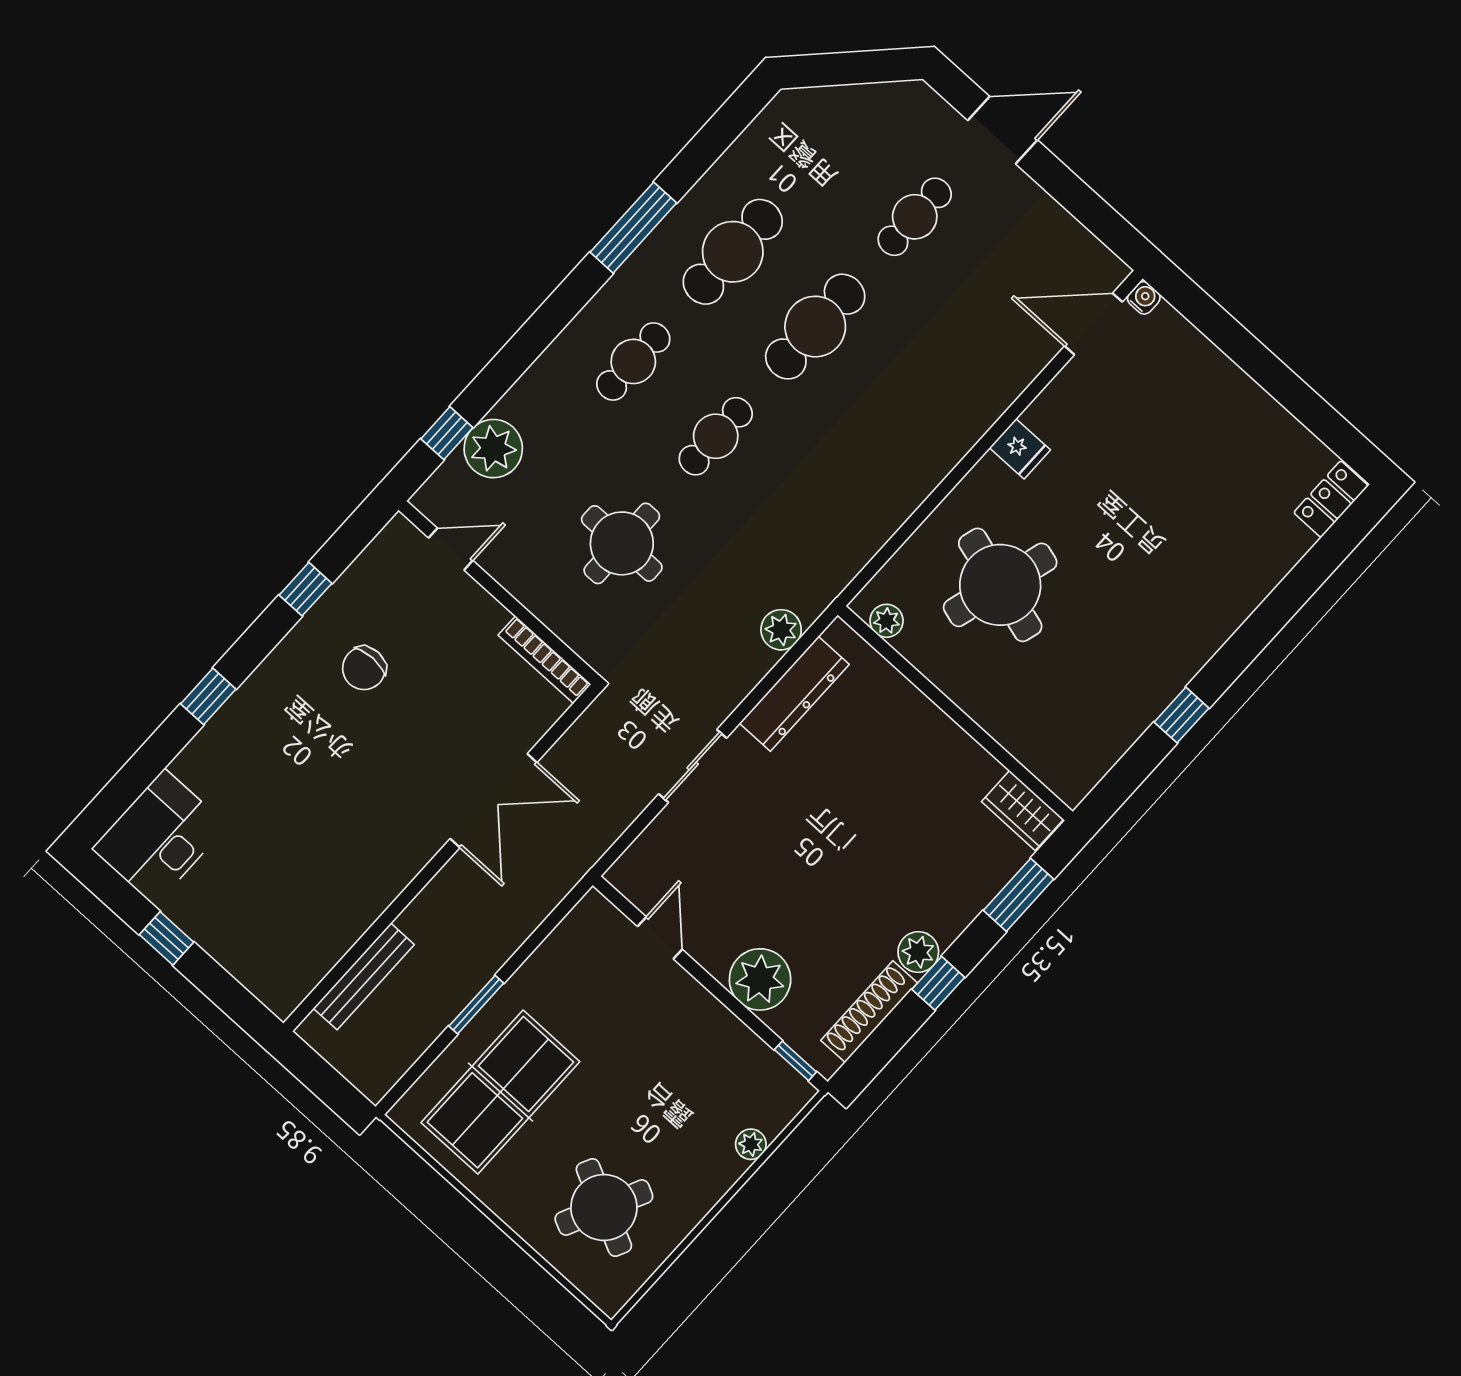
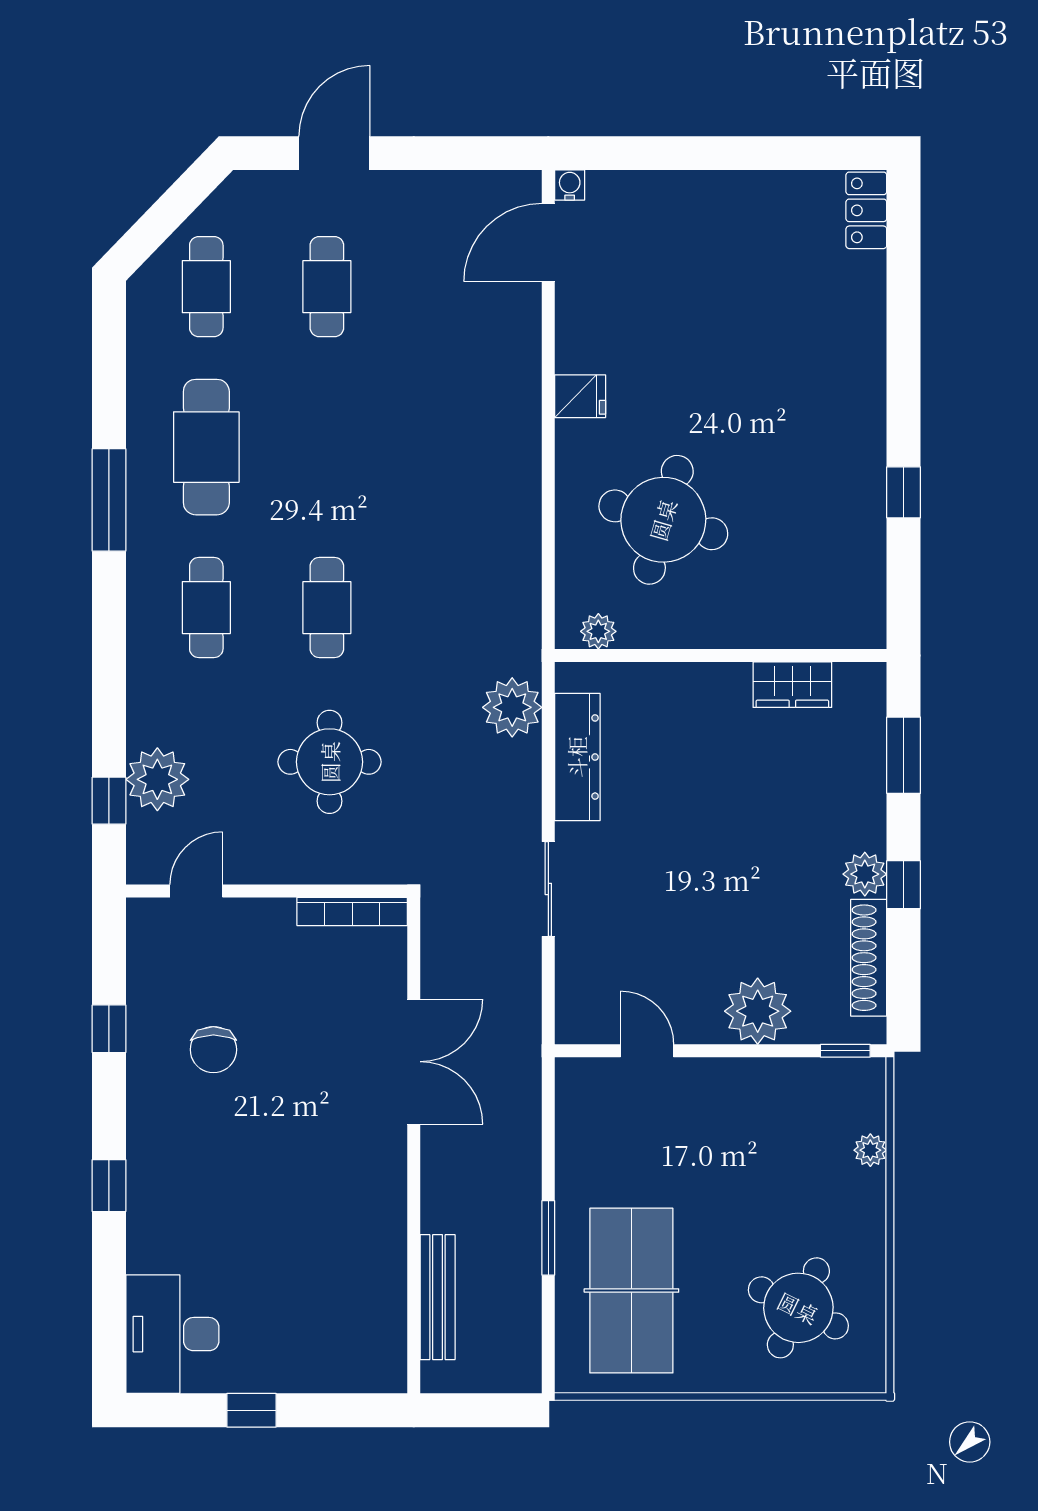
cafe table: (815, 327) -> (206, 287), moved, width x0.73, depth x0.74
plant: (781, 630) -> (512, 707), width x1.36, depth x1.36
wardrobe: (1022, 810) -> (792, 685), moved

